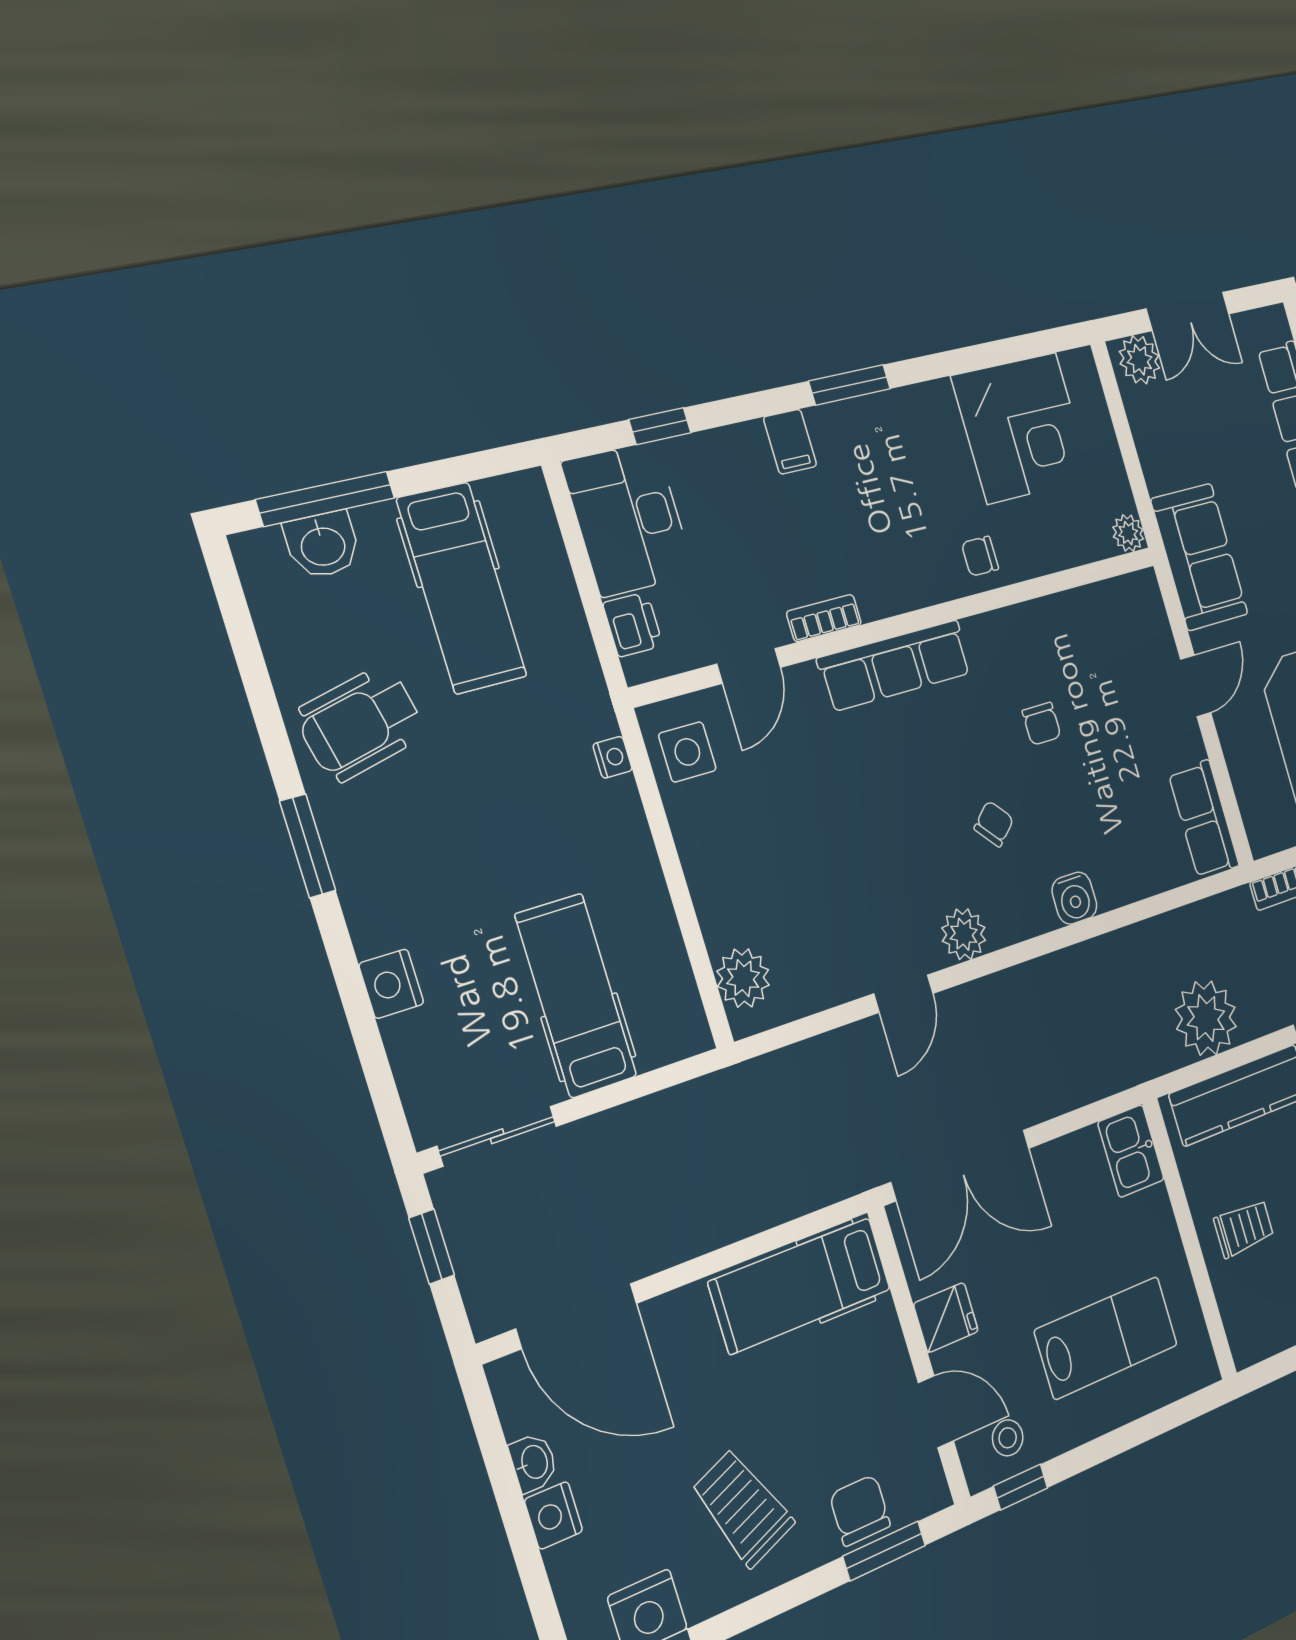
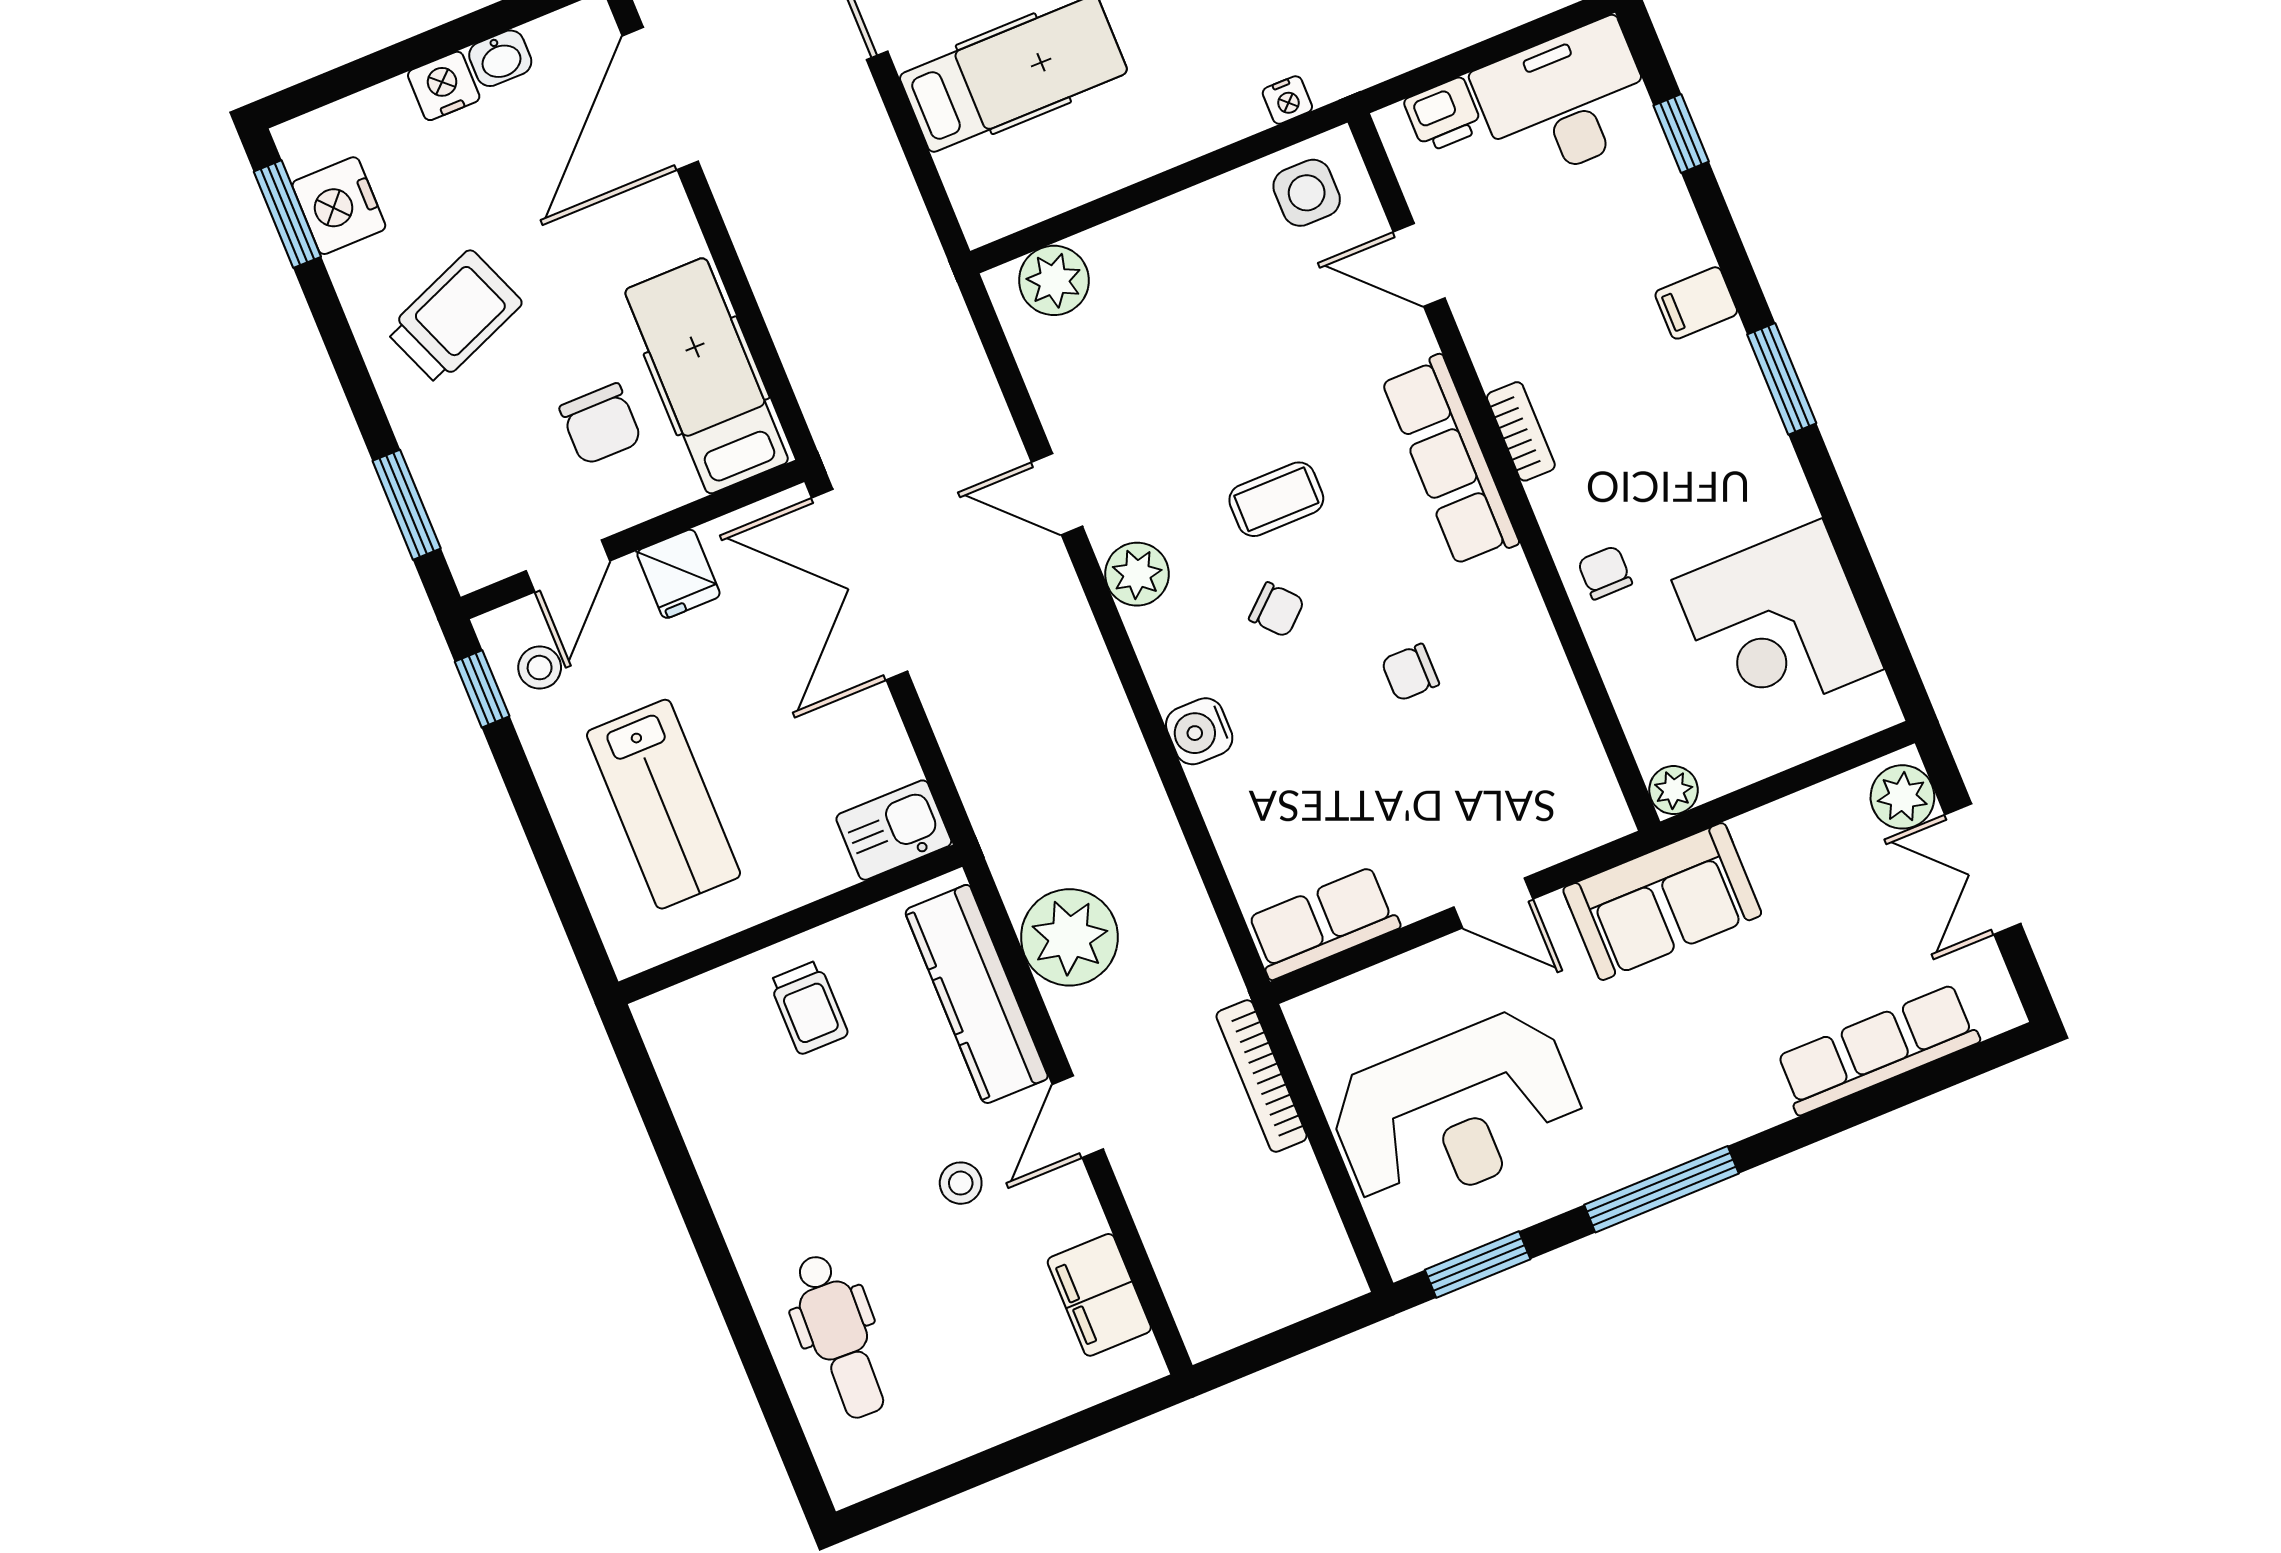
bookcase: (824, 618) -> (1521, 431), moved
coffee table: (916, 812) -> (1276, 499), added
chair: (860, 1510) -> (601, 424), moved, turned 90

